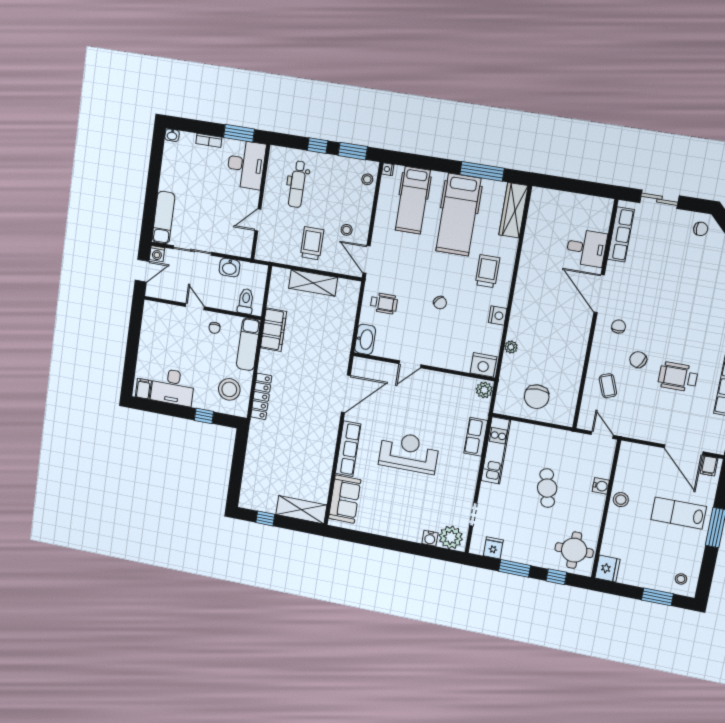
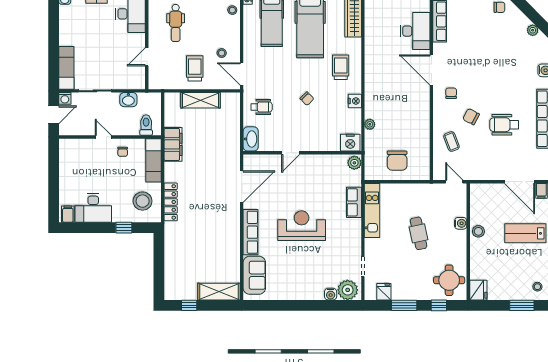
desk: (586, 248) -> (415, 31), width x1.37

